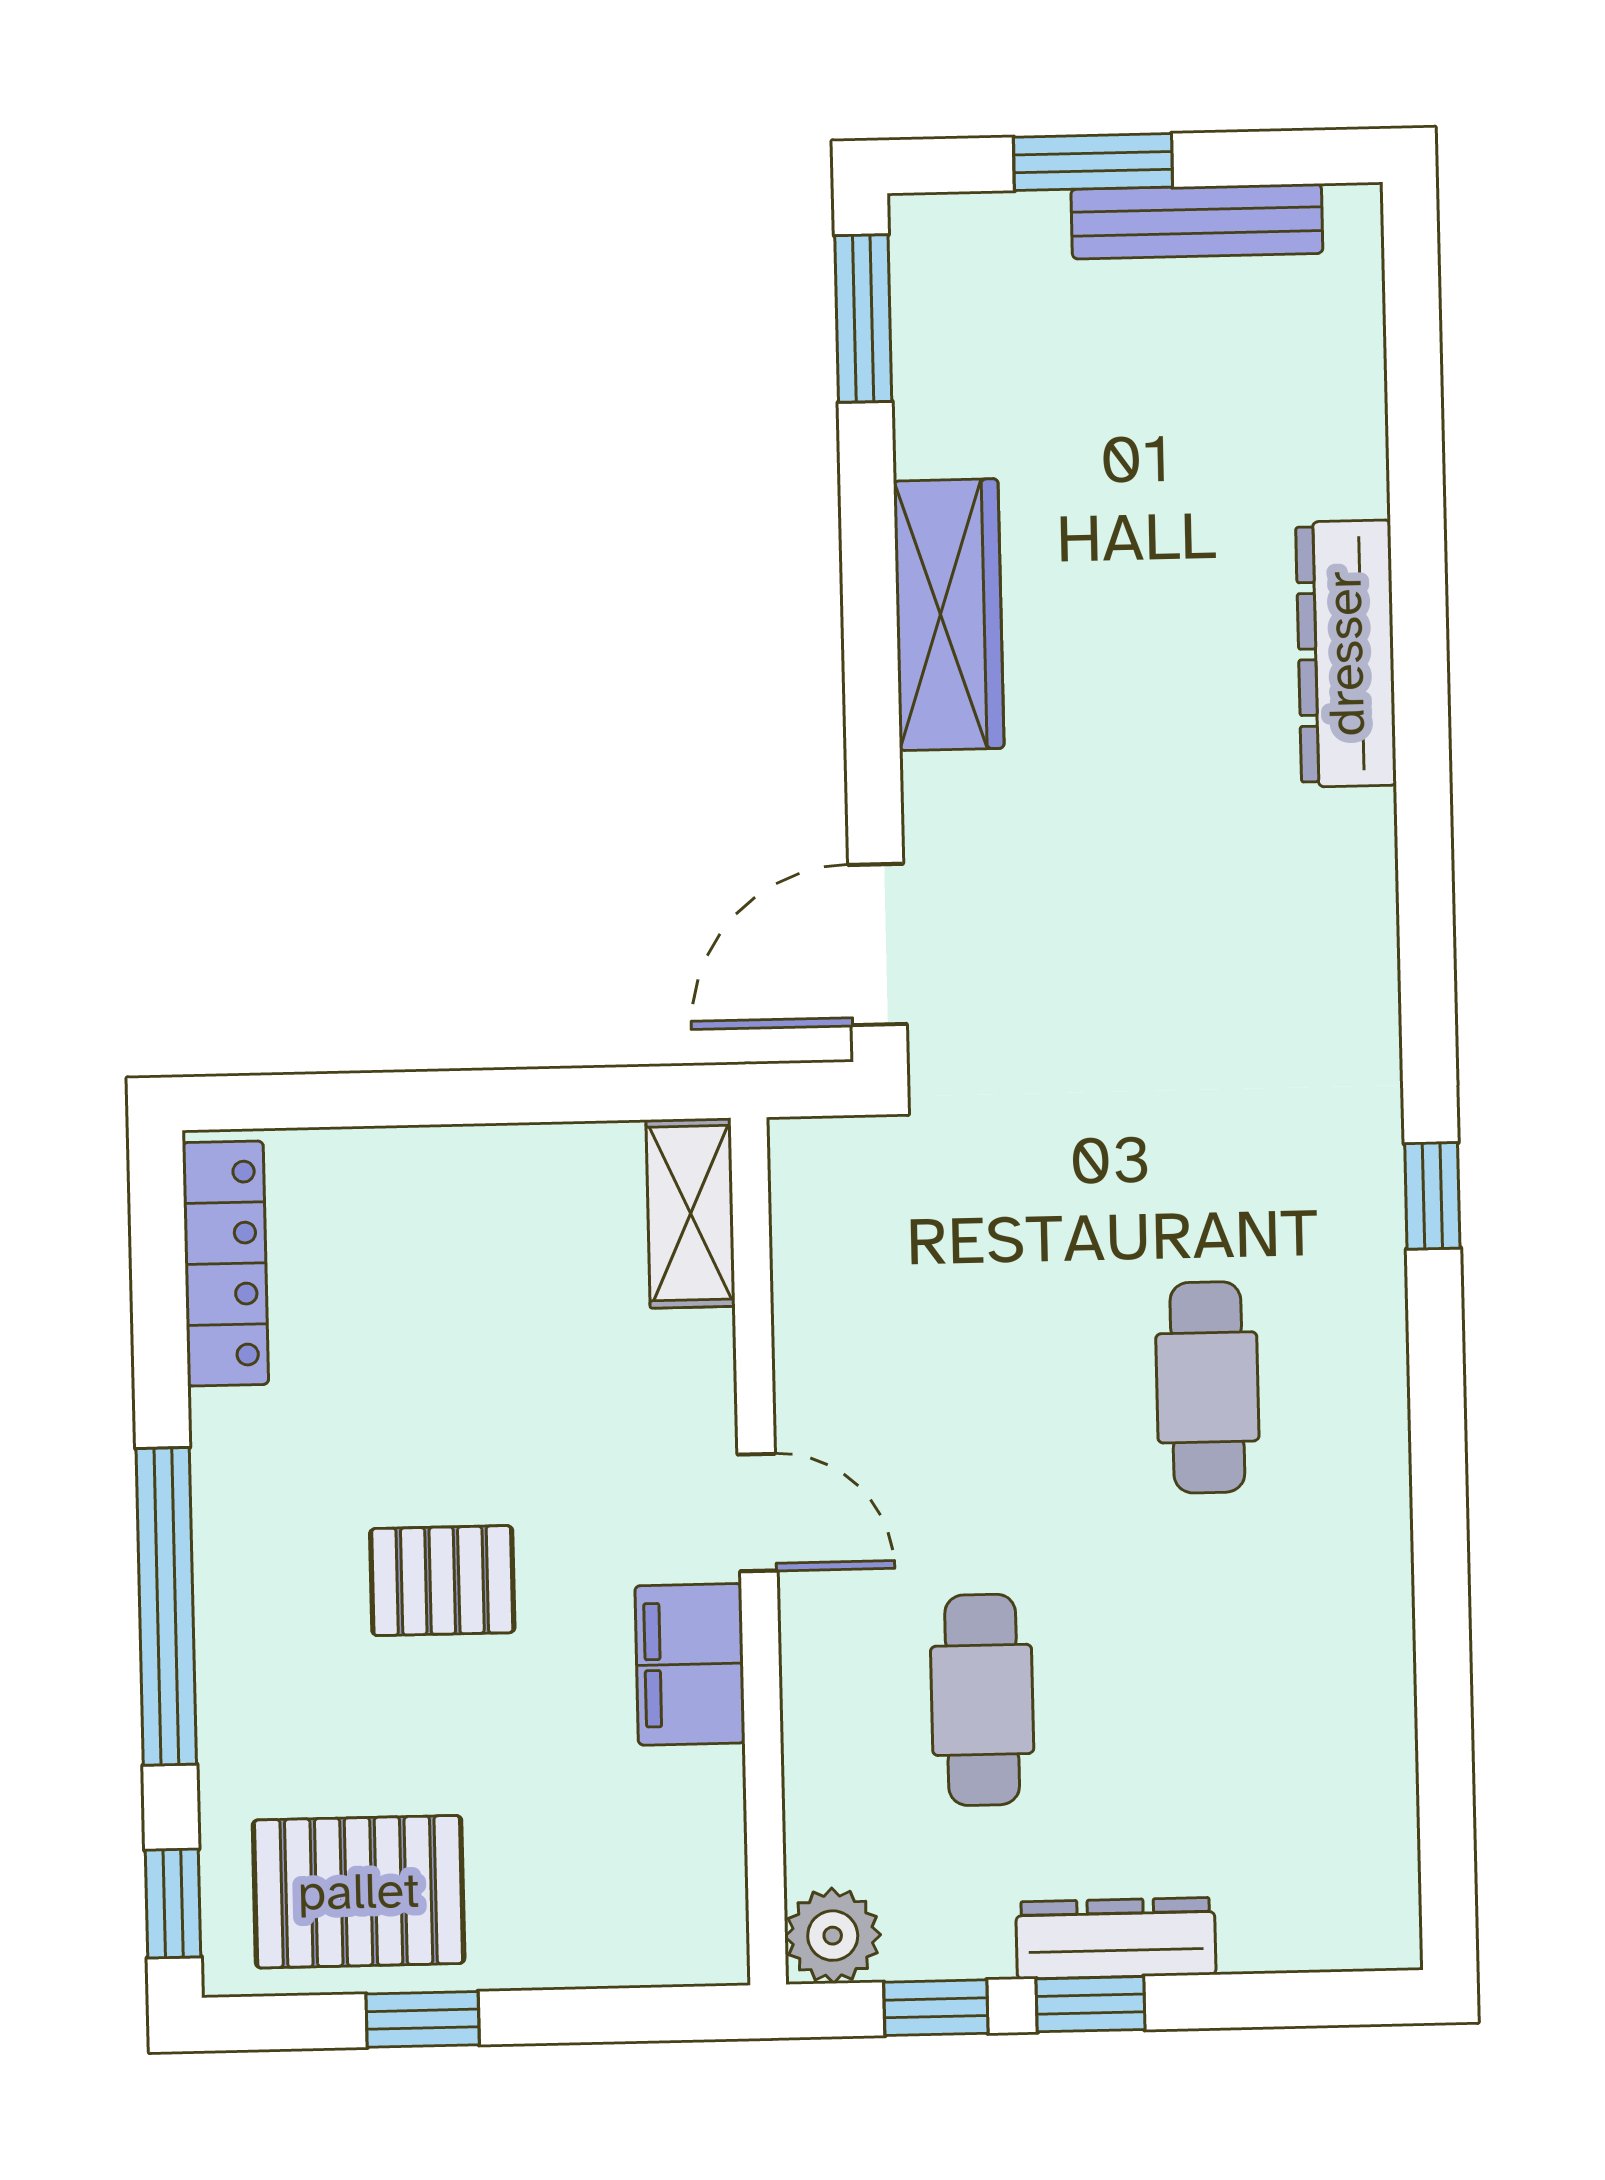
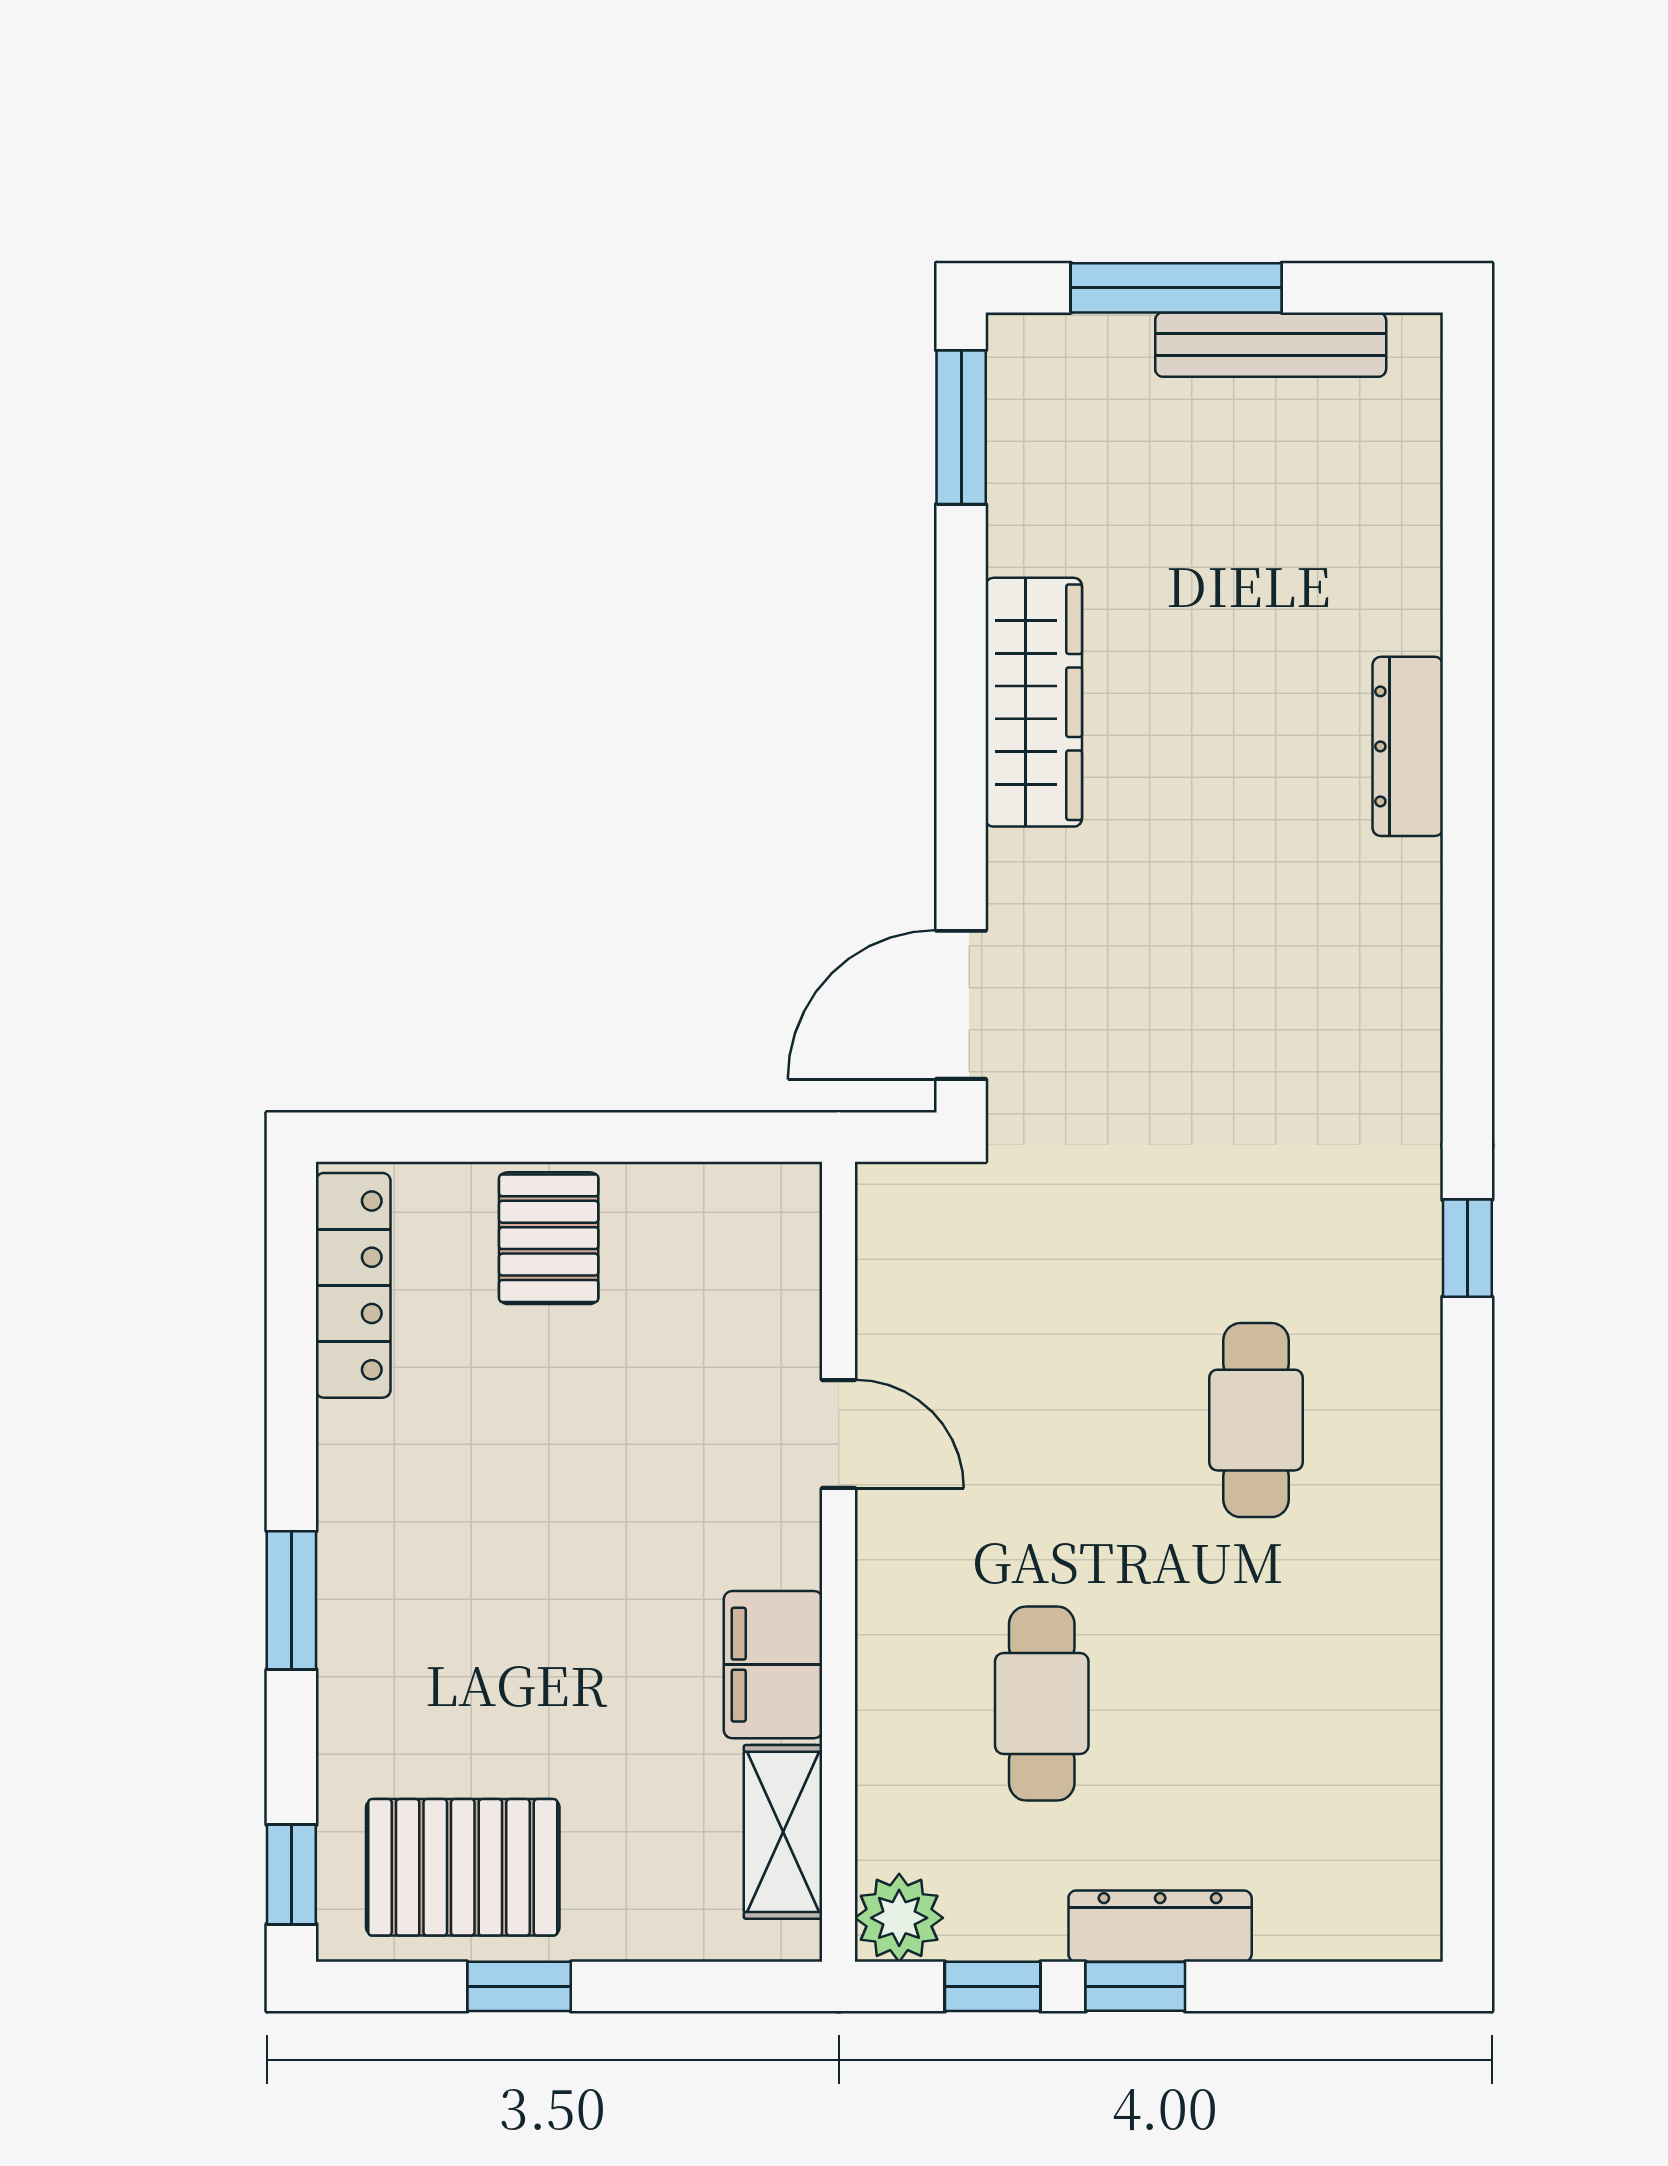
window: (1093, 162) -> (1176, 288), width x1.44
dresser: (1346, 654) -> (1408, 746), width x0.73, depth x0.80
shelving: (691, 1213) -> (783, 1832), moved
door: (757, 1512) -> (839, 1434), moved
pallet: (442, 1581) -> (549, 1238), moved, turned 90
window: (166, 1606) -> (291, 1600), width x0.47

